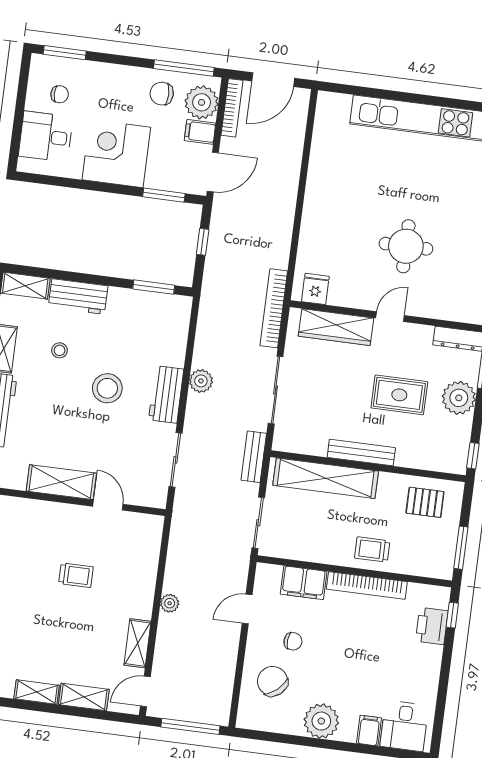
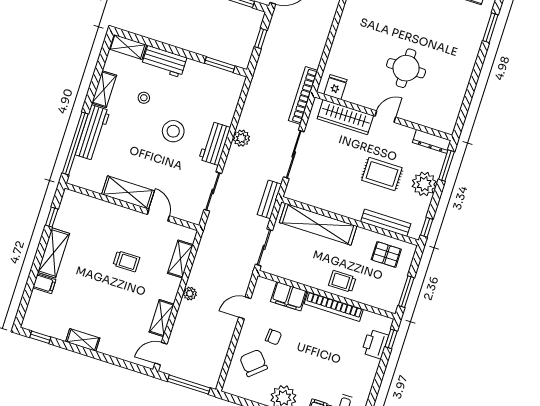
bench: (361, 453) -> (386, 223), moved
shelving: (84, 697) -> (180, 259), moved, turned 90

